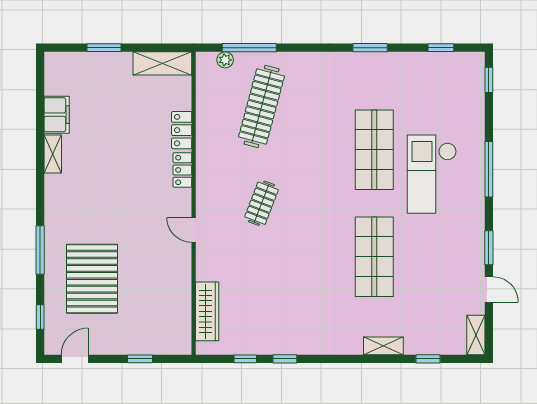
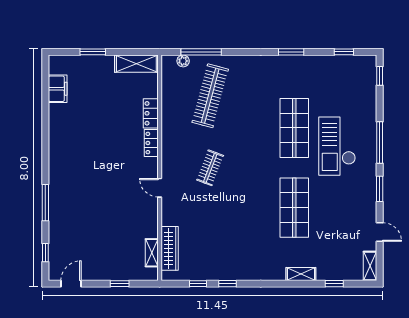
filing cabinet: (57, 115) -> (58, 89), moved
shelving: (53, 154) -> (152, 253), moved
window: (489, 248) -> (380, 189), moved
pallet: (92, 279) -> (84, 224), removed

